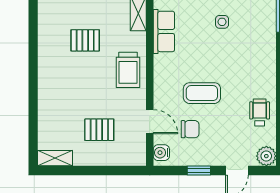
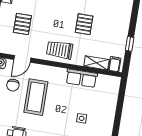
coffee table: (202, 93) -> (36, 97), width x1.36, depth x1.32

